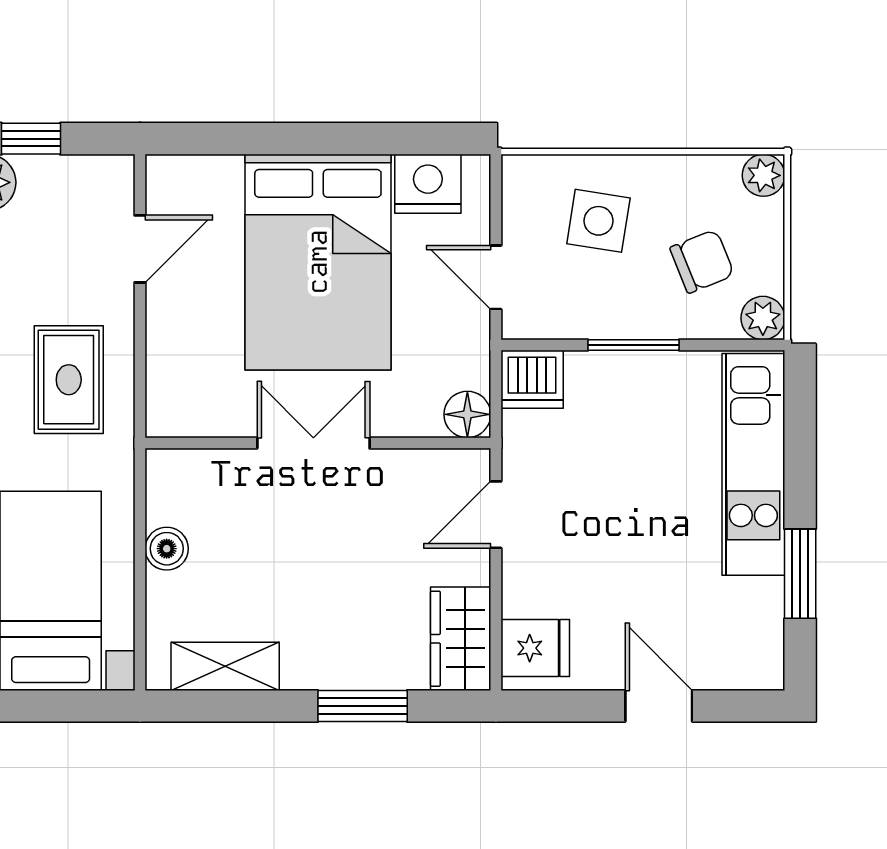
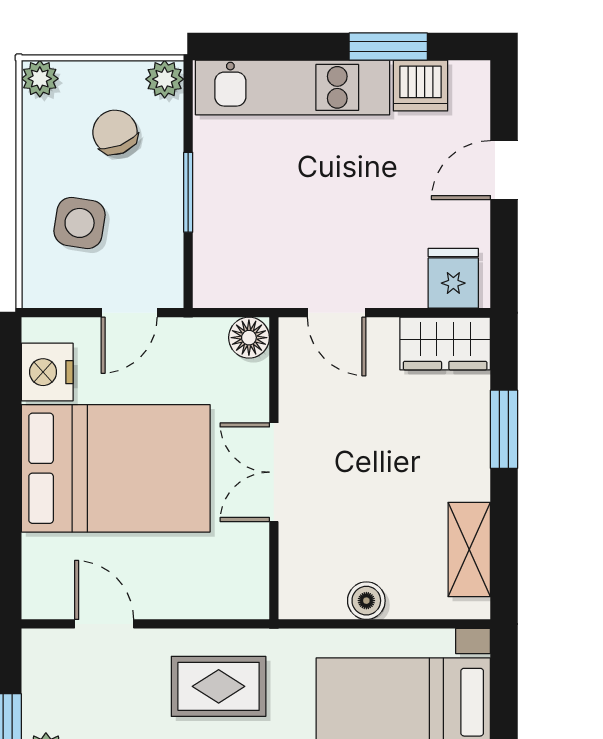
dishwasher: (532, 379) -> (421, 85), moved, turned 90

